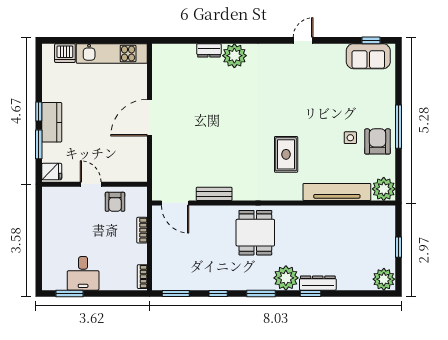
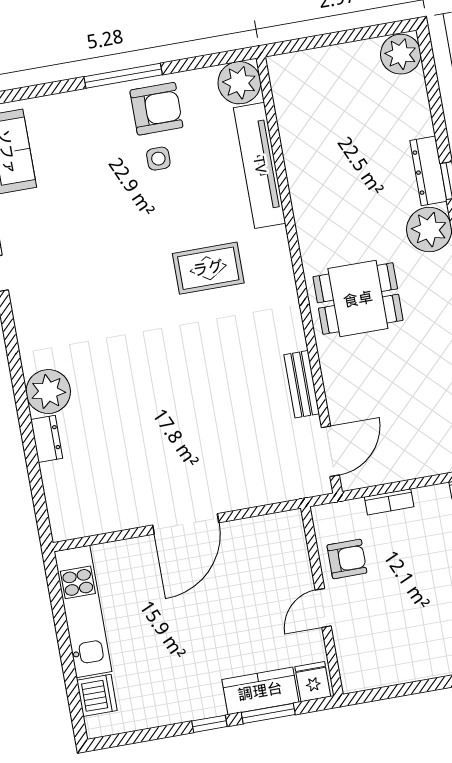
door: (150, 118) -> (186, 524), hinge flipped
kitchen counter: (52, 122) -> (260, 691), moved
armchair: (378, 141) -> (156, 109), turned 180
window: (399, 247) -> (339, 38), removed

